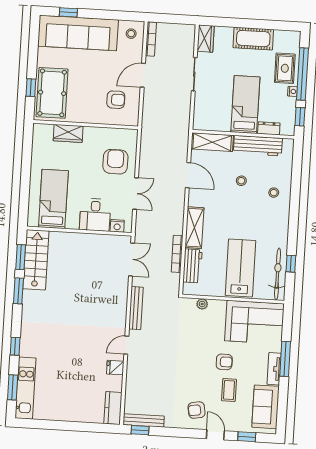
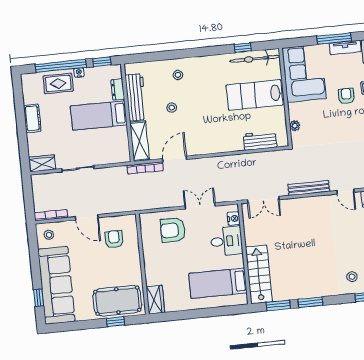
cot: (253, 39) -> (32, 118), width x0.73, depth x0.75
wardrobe: (68, 133) -> (155, 300), moved
shelving: (194, 228) -> (223, 145), removed
bookcase: (177, 254) -> (145, 168), moved
double door: (132, 259) -> (263, 200), swing flipped
stairs: (36, 260) -> (259, 275), moved, turned 90
stool: (38, 338) -> (352, 277), added

